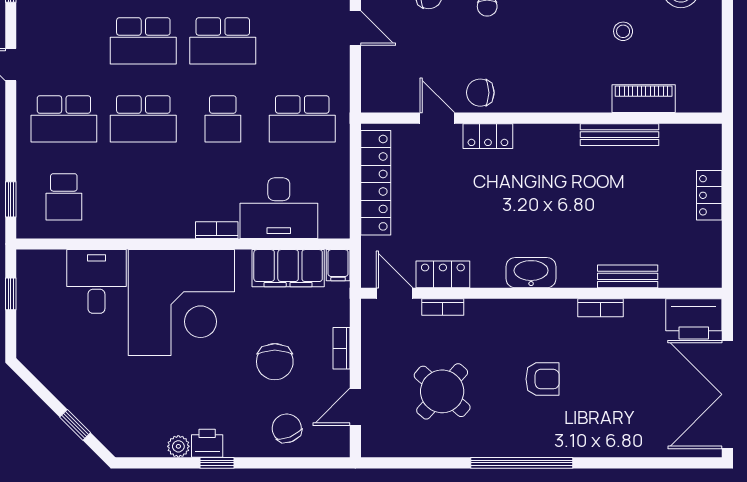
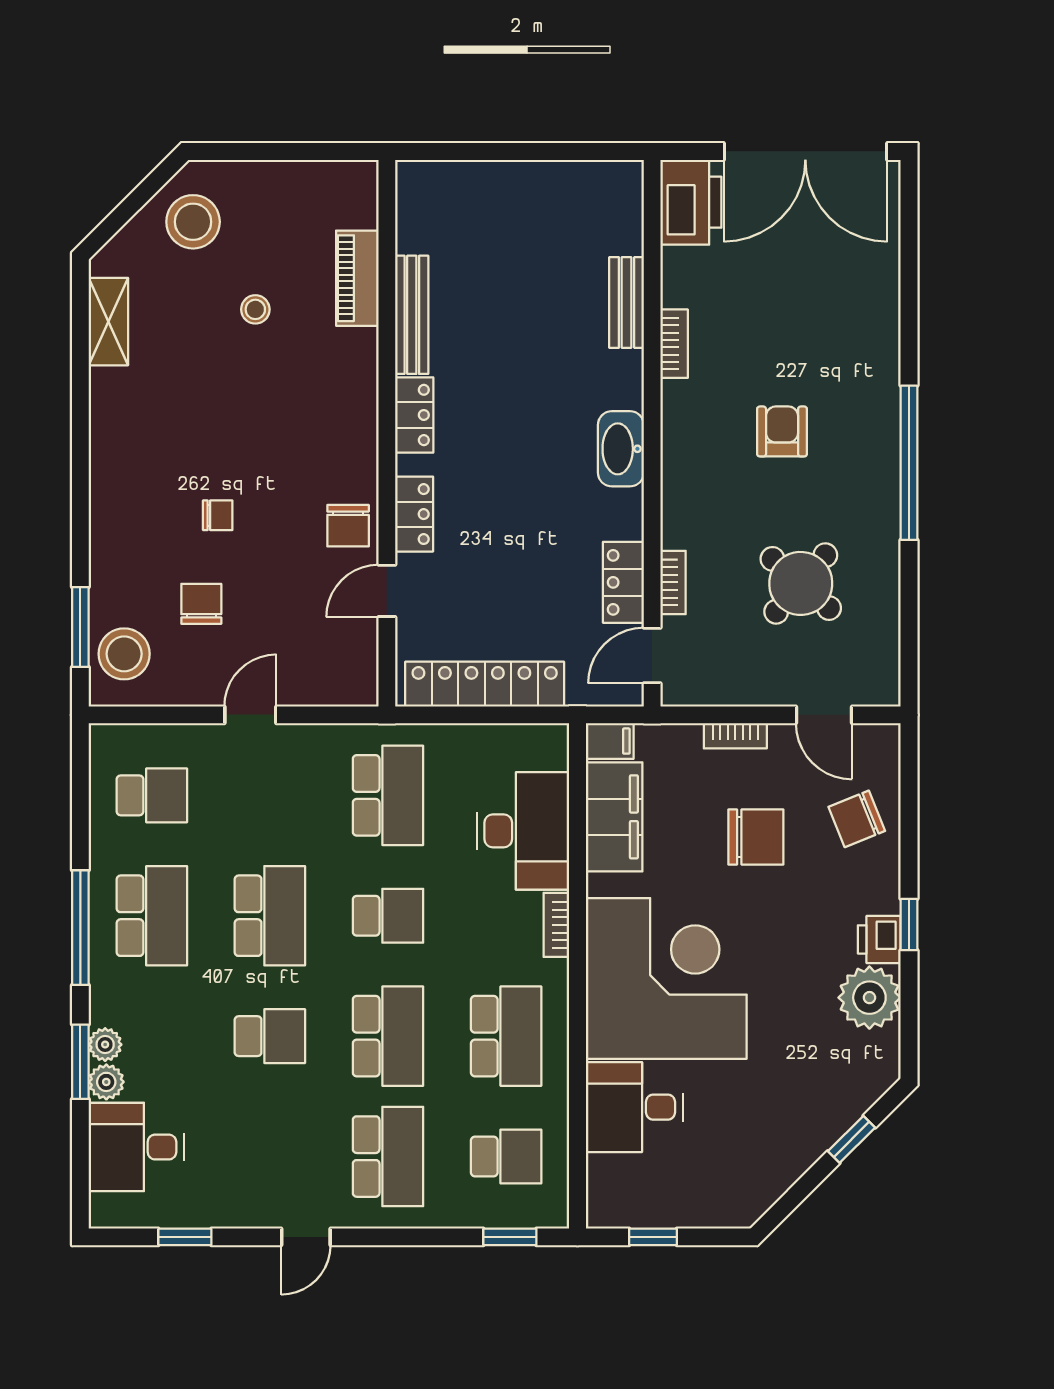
school desk: (143, 41) -> (270, 1036), width x0.54
locker: (709, 195) -> (414, 415), moved, turned -90
school desk: (143, 197) -> (506, 1036), added
plant: (178, 446) -> (869, 998), width x1.88, depth x1.88

